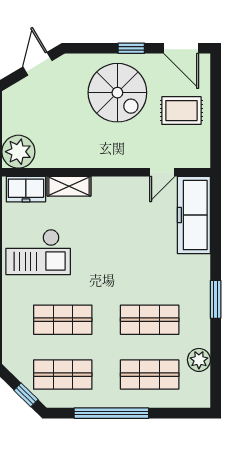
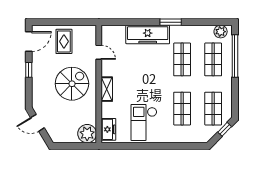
spiral stairs: (117, 93) -> (72, 84), moved
shelving: (69, 186) -> (107, 89), moved
freezer: (194, 215) -> (148, 34), moved
checkout: (38, 252) -> (144, 122), turned 180
plant: (199, 360) -> (221, 32), moved
window: (111, 413) -> (235, 56), moved

